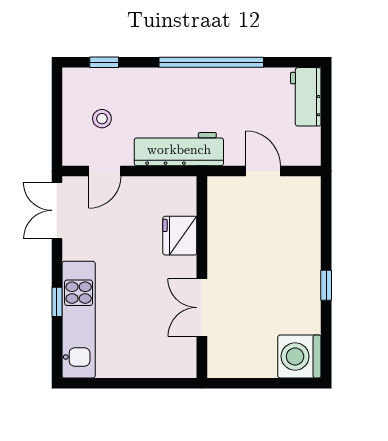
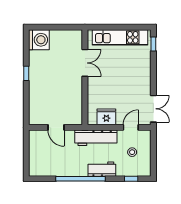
workbench: (306, 97) -> (102, 169), moved, turned -90
fridge: (180, 236) -> (106, 117), moved, turned -90
window: (57, 302) -> (153, 44), moved
kitchen unit: (79, 320) -> (120, 37), moved, turned -90

